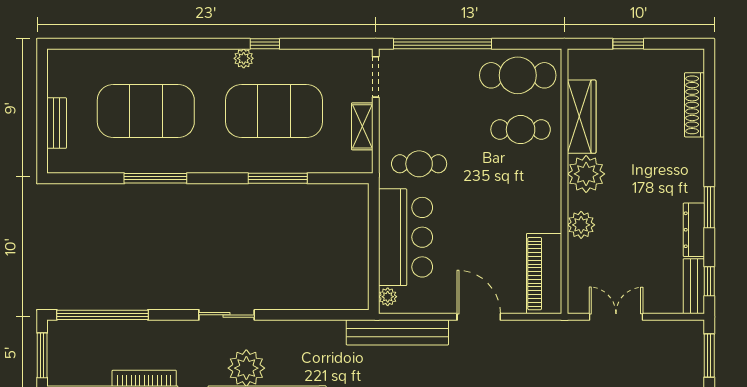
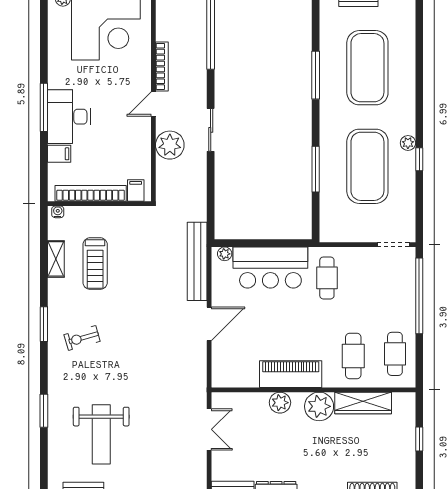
cafe table: (518, 75) -> (395, 354), width x0.73, depth x0.74
shelving: (362, 126) -> (356, 234), removed
piano: (544, 274) -> (291, 374), moved

